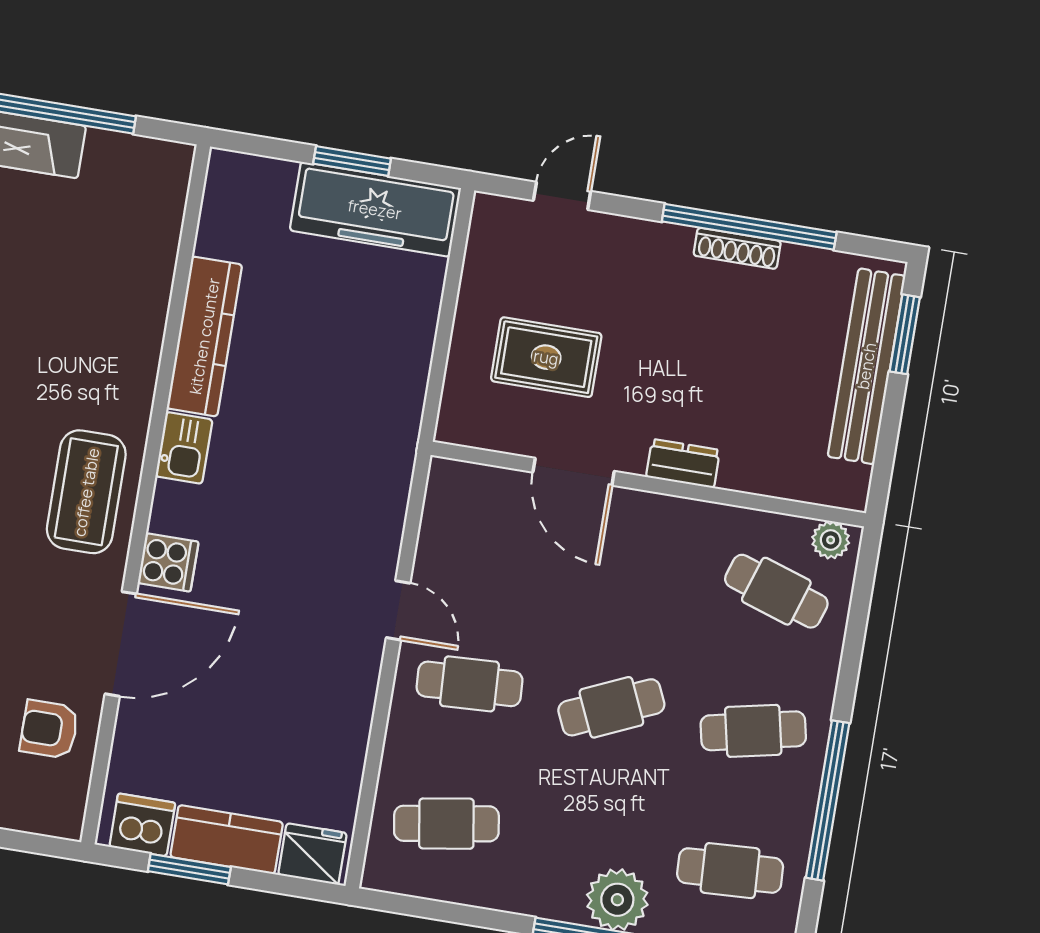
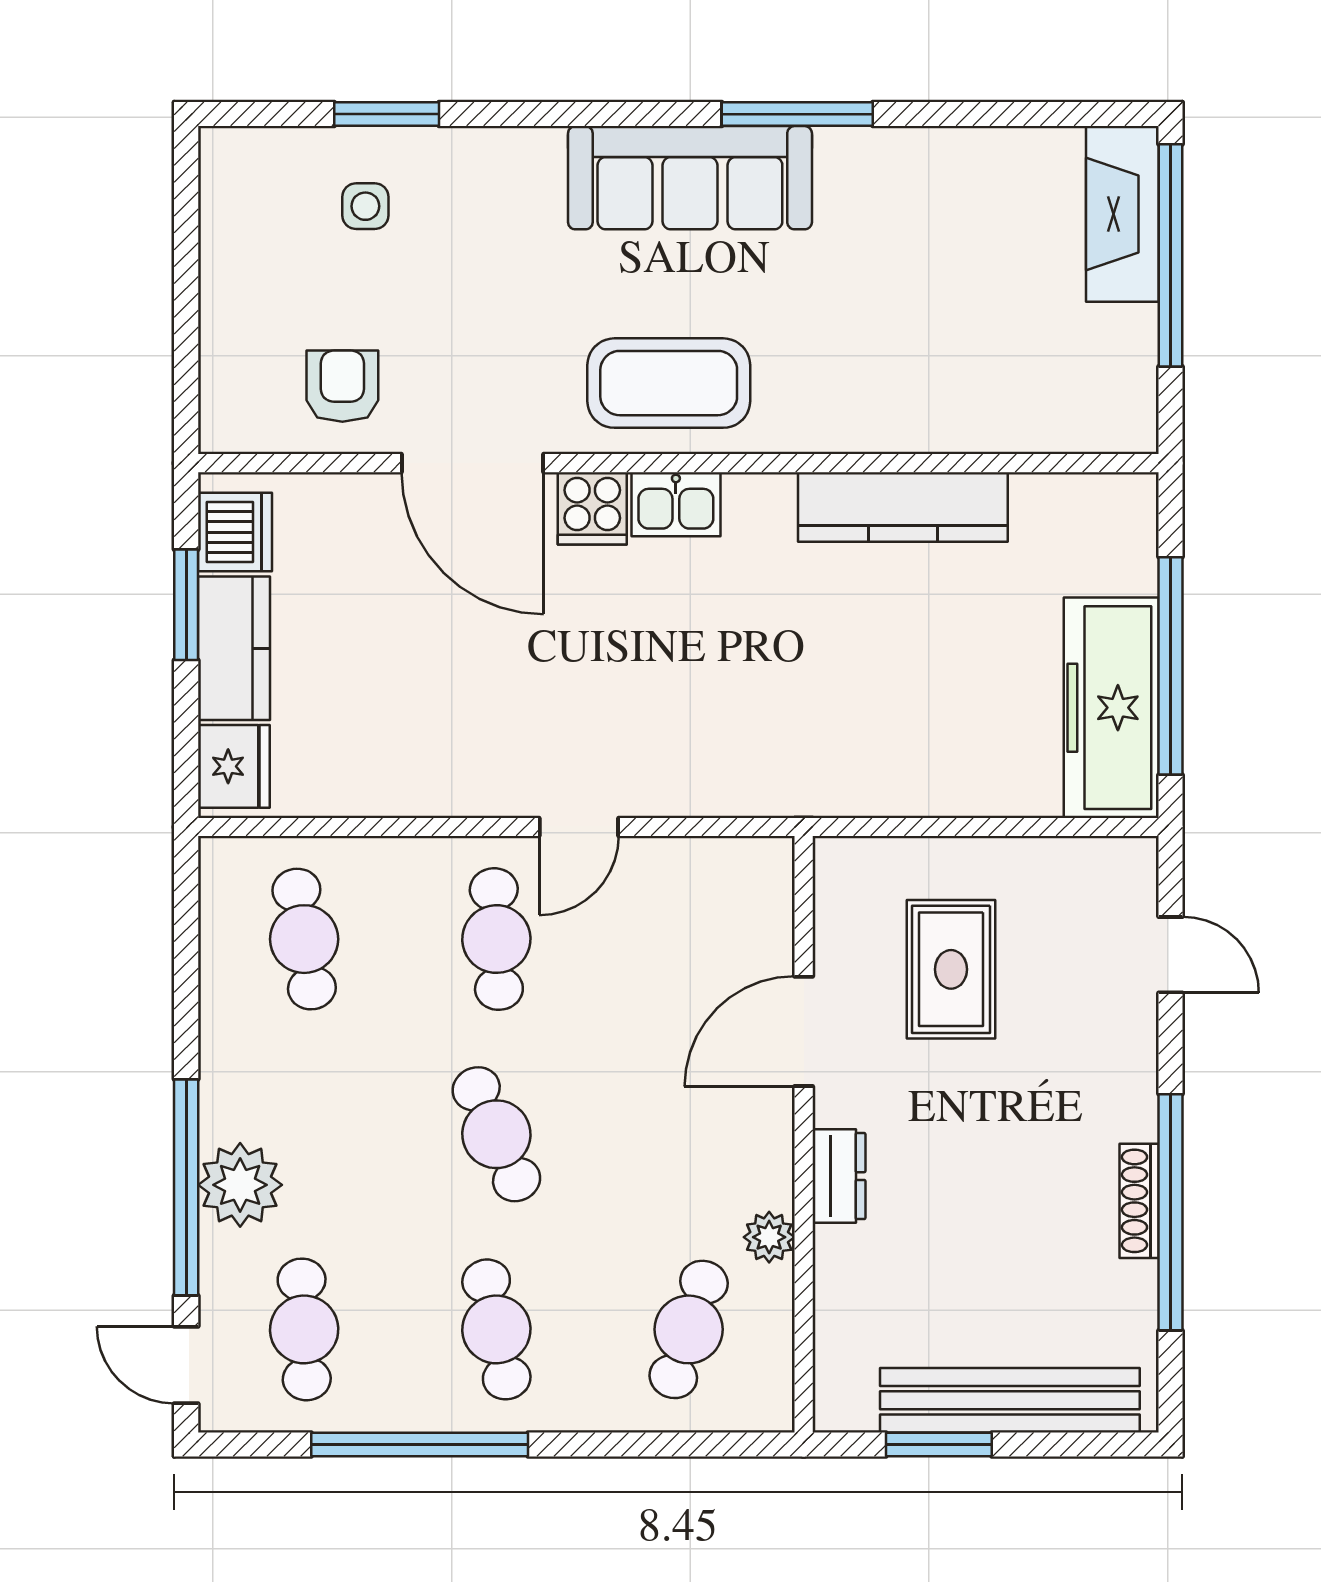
window: (352, 161) -> (1171, 666), width x2.11
window: (905, 334) -> (939, 1444), moved
kitchen sink: (184, 448) -> (676, 504), moved
plant: (831, 540) -> (769, 1237), moved

